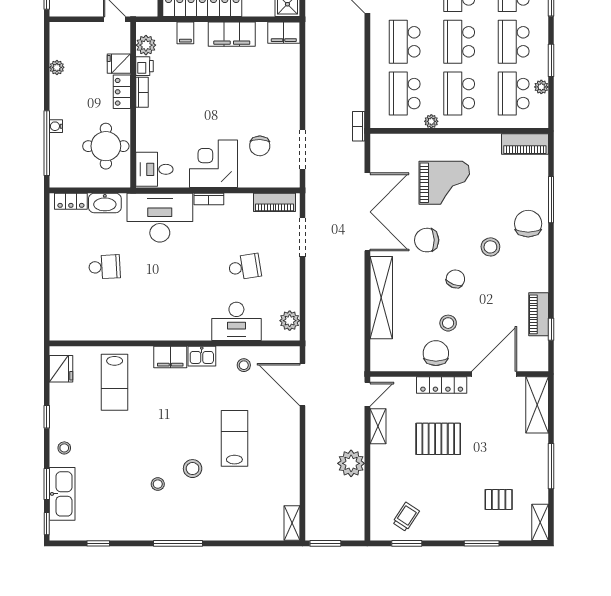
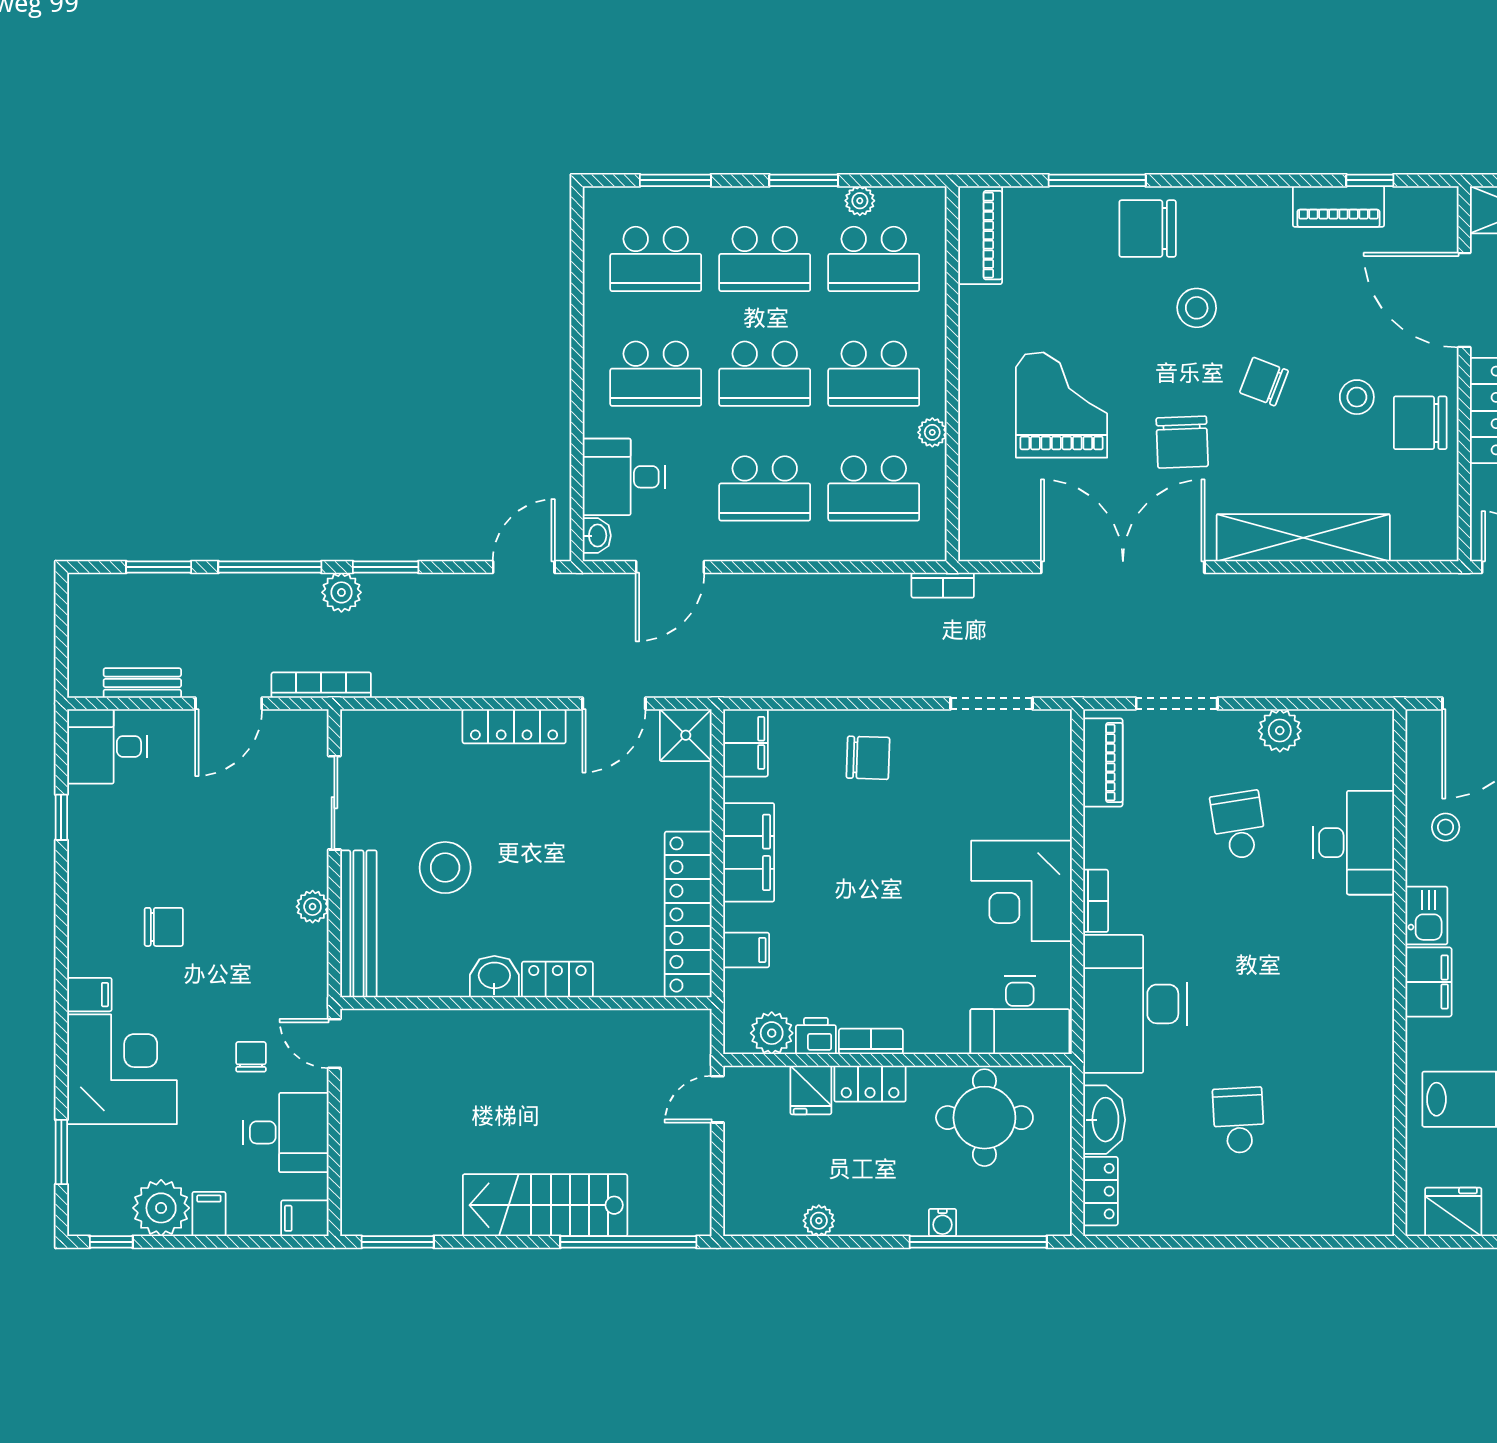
chair: (260, 146) -> (868, 758), moved
desk: (154, 169) -> (1020, 1015), width x1.37
plant: (290, 321) -> (1280, 731), moved

